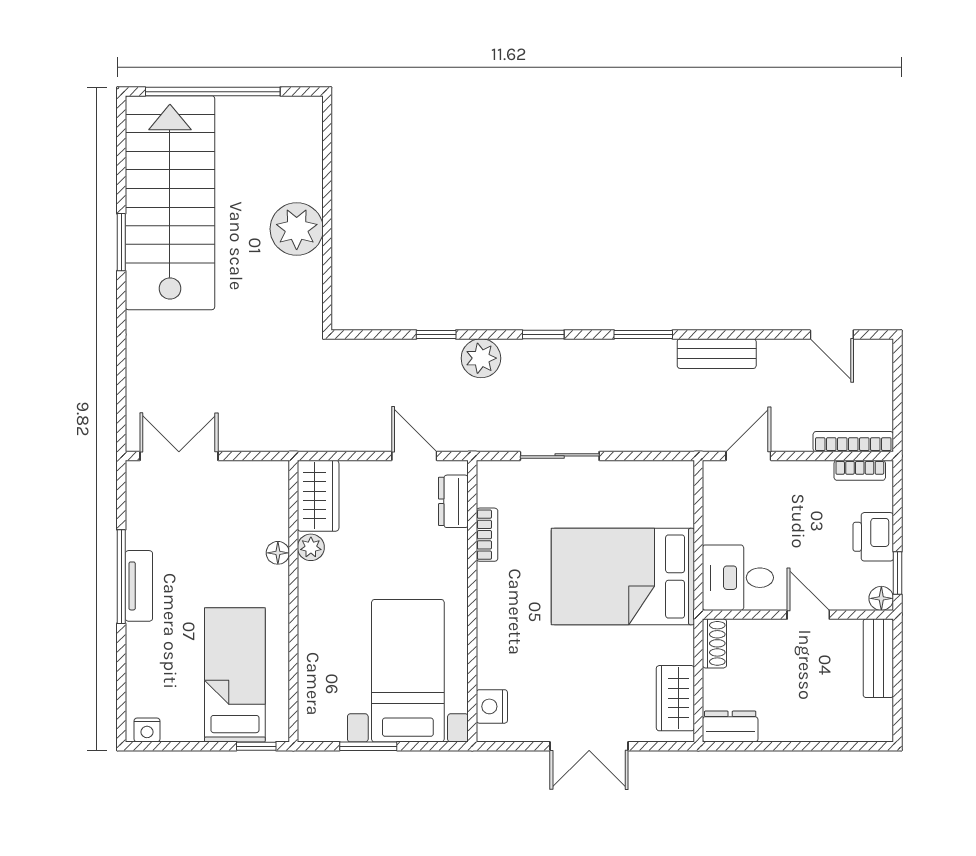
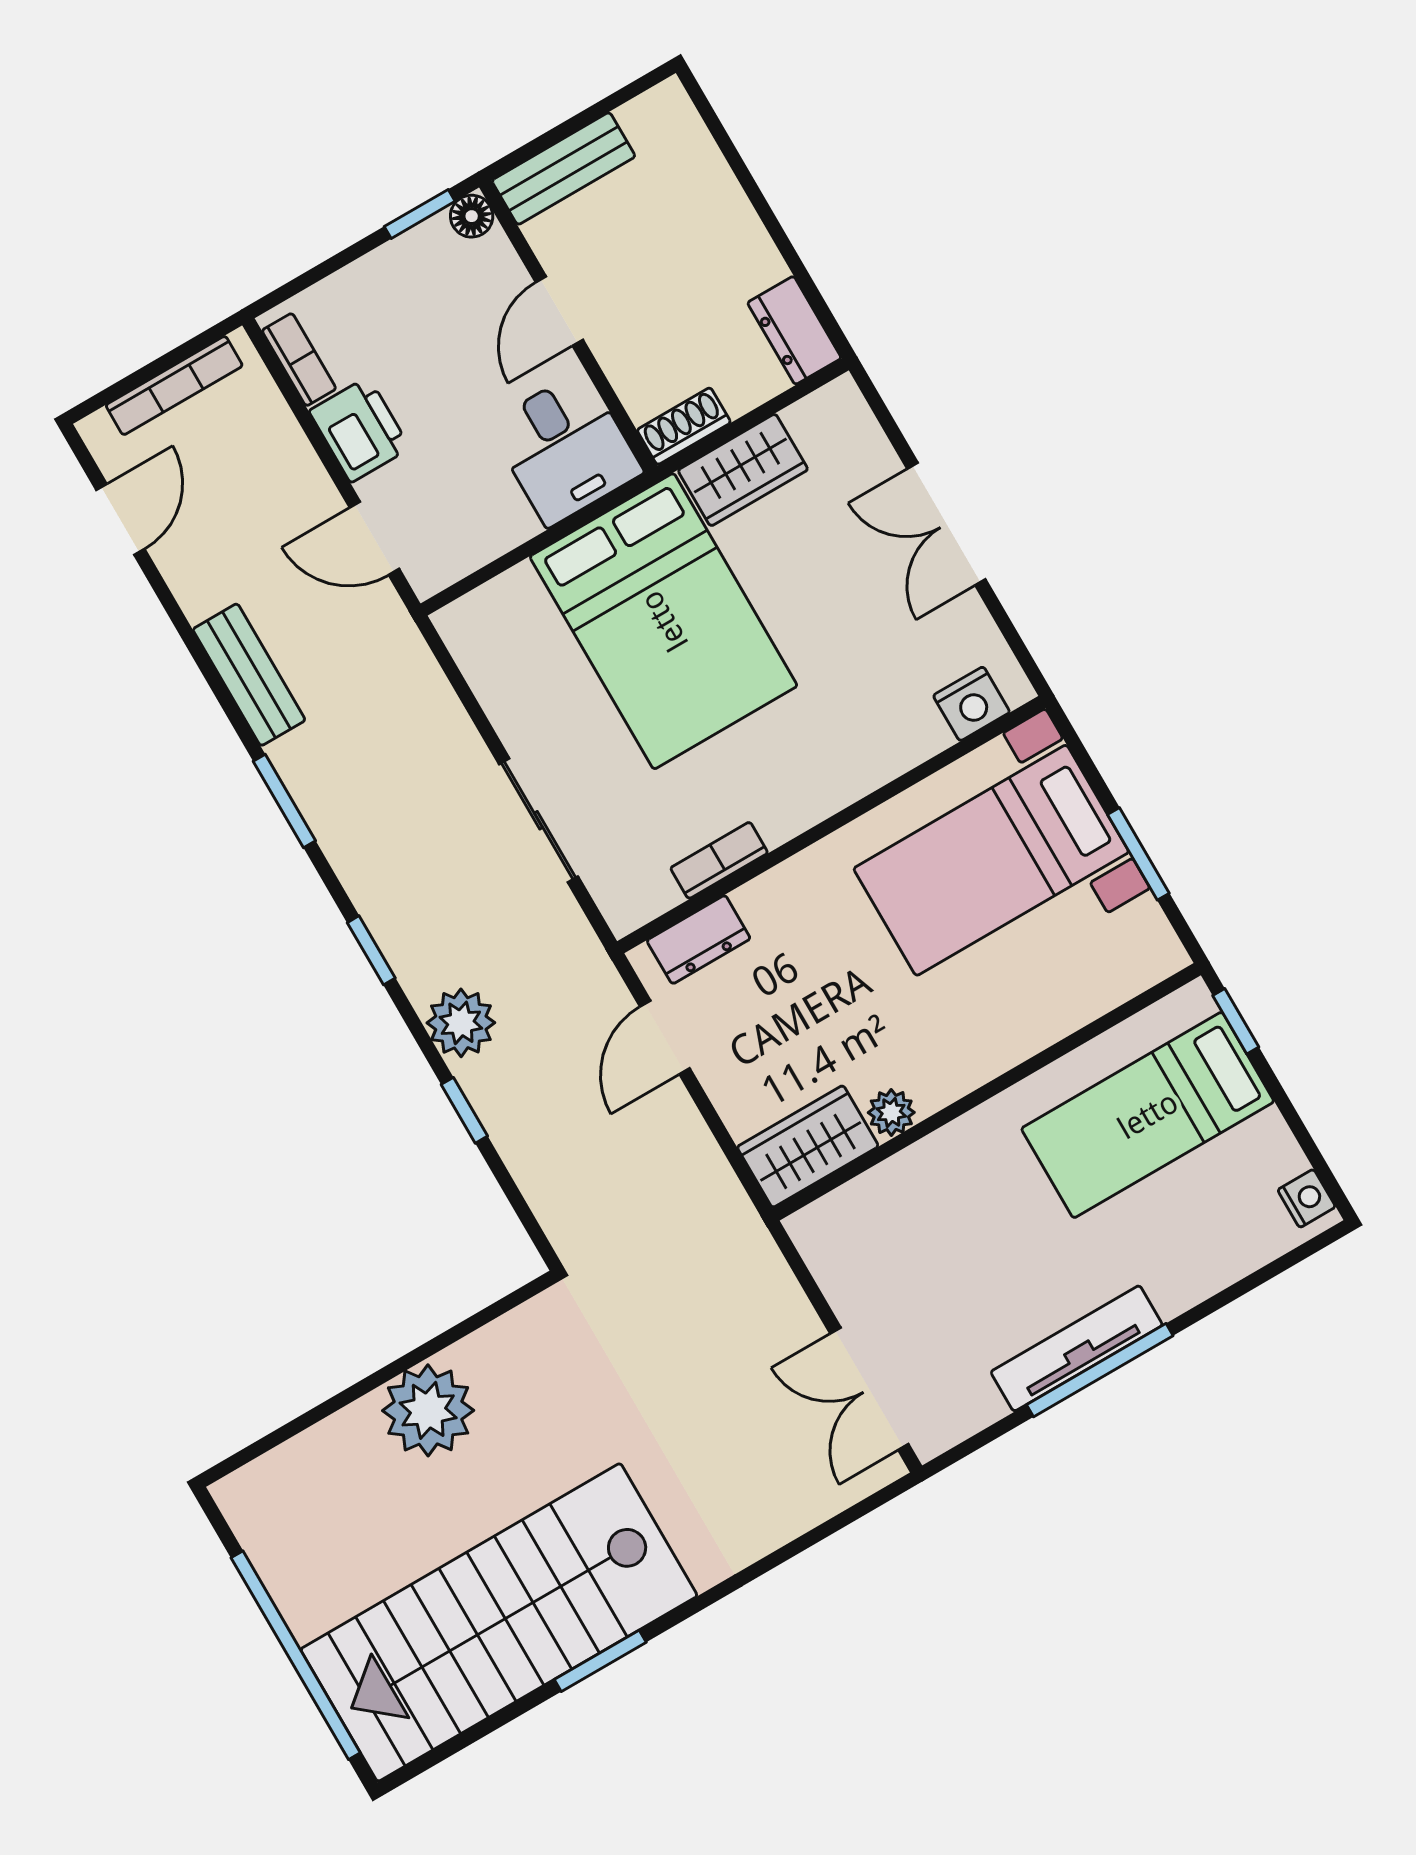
bookcase: (853, 442) -> (174, 385), moved, turned -90
printer: (873, 537) -> (359, 430), moved, turned -90
floor lamp: (278, 553) -> (928, 1157), removed
tv unit: (139, 586) -> (1077, 1348), width x1.41
wardrobe: (675, 698) -> (743, 470), moved
double door: (589, 746) -> (946, 524), swing flipped

